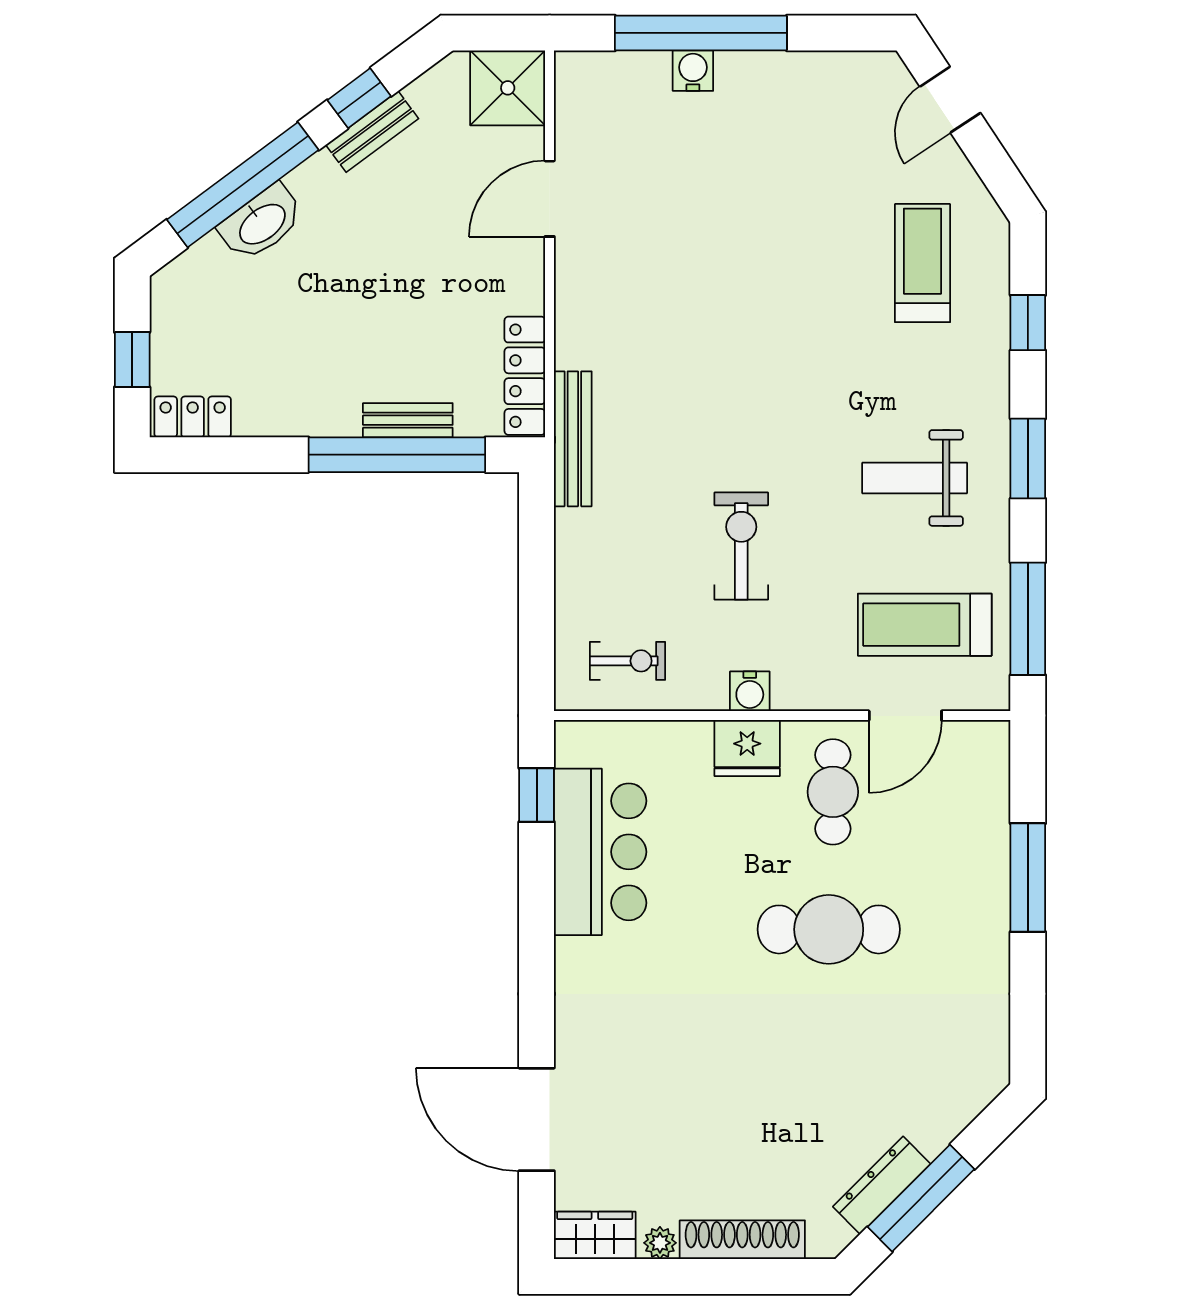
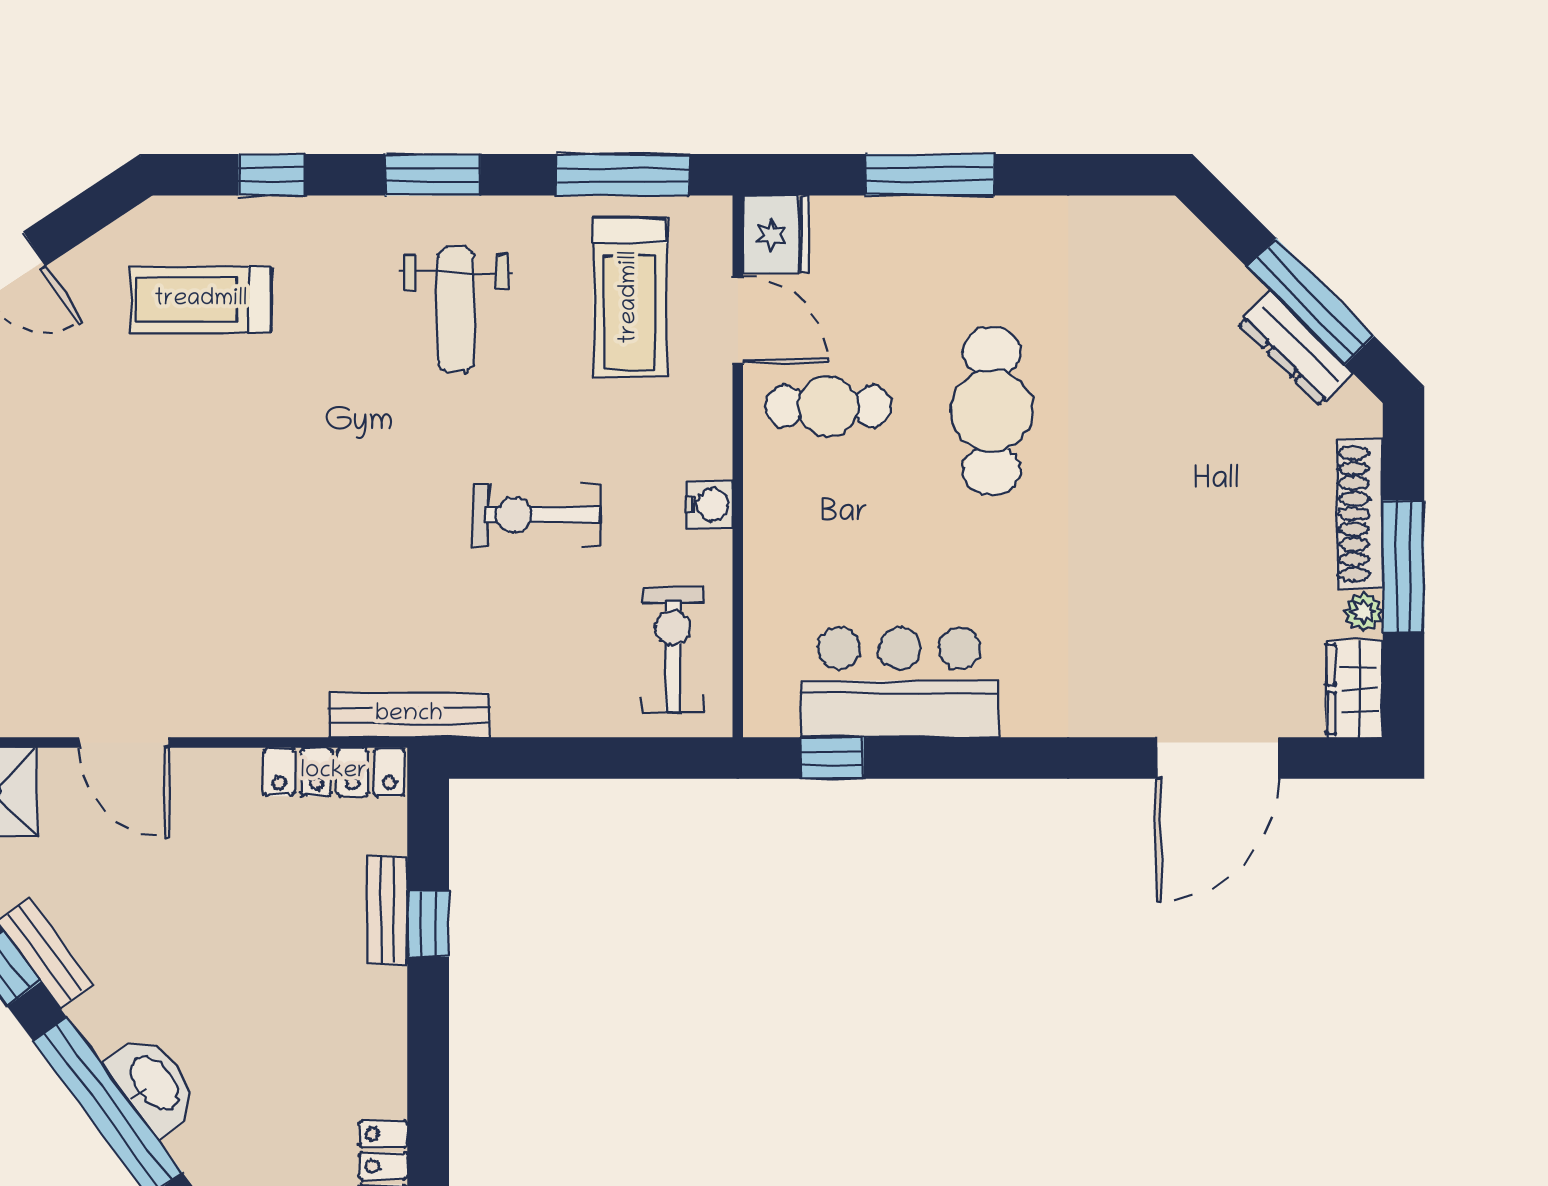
window: (397, 455) -> (428, 924), width x0.32
exercise bike: (627, 661) -> (673, 650), width x1.38, depth x1.39
fridge: (747, 748) -> (776, 234), moved
window: (698, 1276) -> (1403, 567), added

